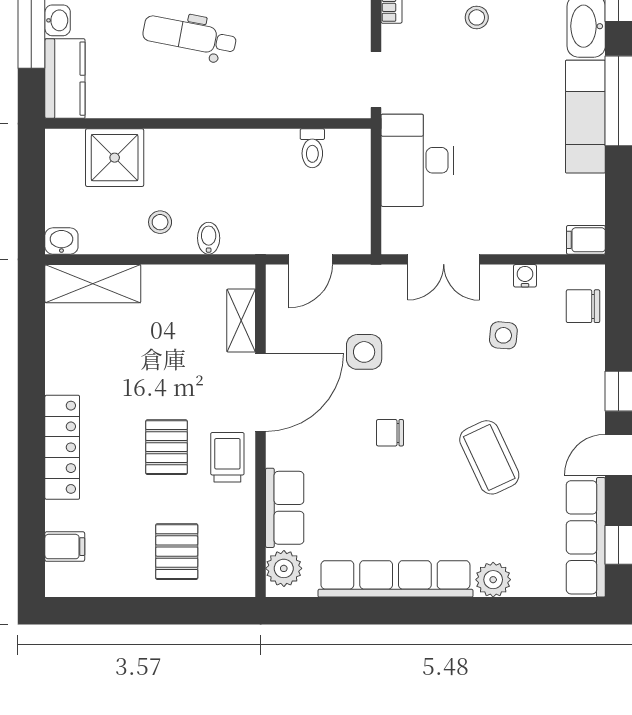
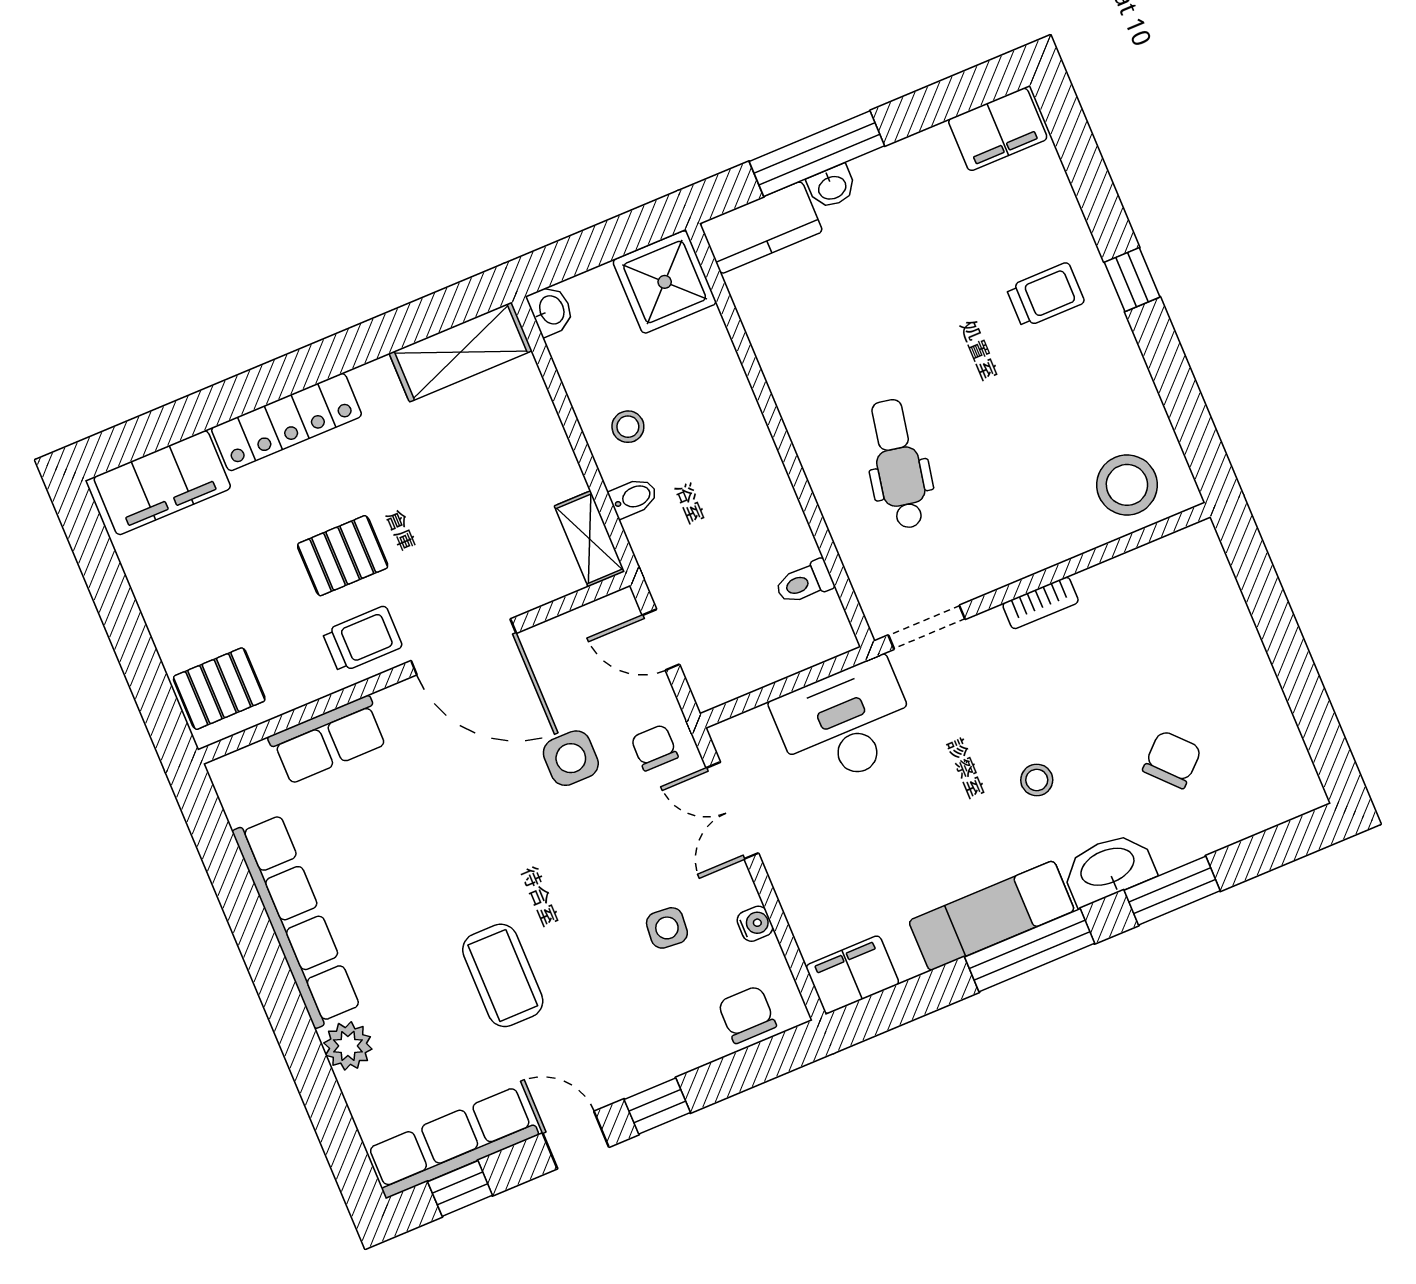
stool: (477, 17) -> (1037, 780), moved
dental chair: (190, 36) -> (898, 464), moved
shower: (115, 158) -> (665, 282), moved
filing cabinet: (586, 240) -> (852, 975), width x2.00
shelving: (93, 284) -> (461, 352), moved, turned 90
shelving: (241, 321) -> (589, 539), moved, turned 90
chair: (390, 433) -> (654, 748), moved
coffee table: (489, 457) -> (503, 975), turned -65
filing cabinet: (65, 547) -> (162, 483), width x3.00, depth x1.17
pallet: (177, 552) -> (219, 689), moved
plant: (284, 568) -> (250, 771), removed

